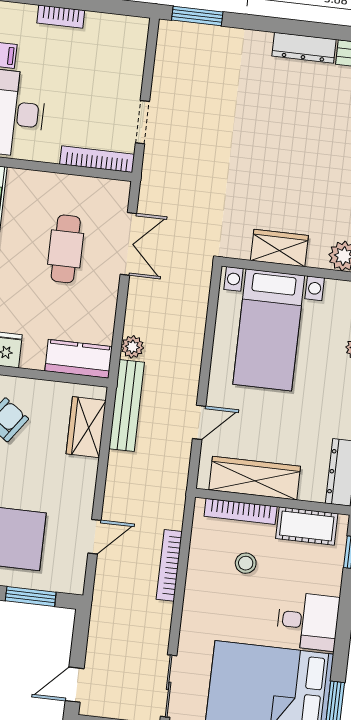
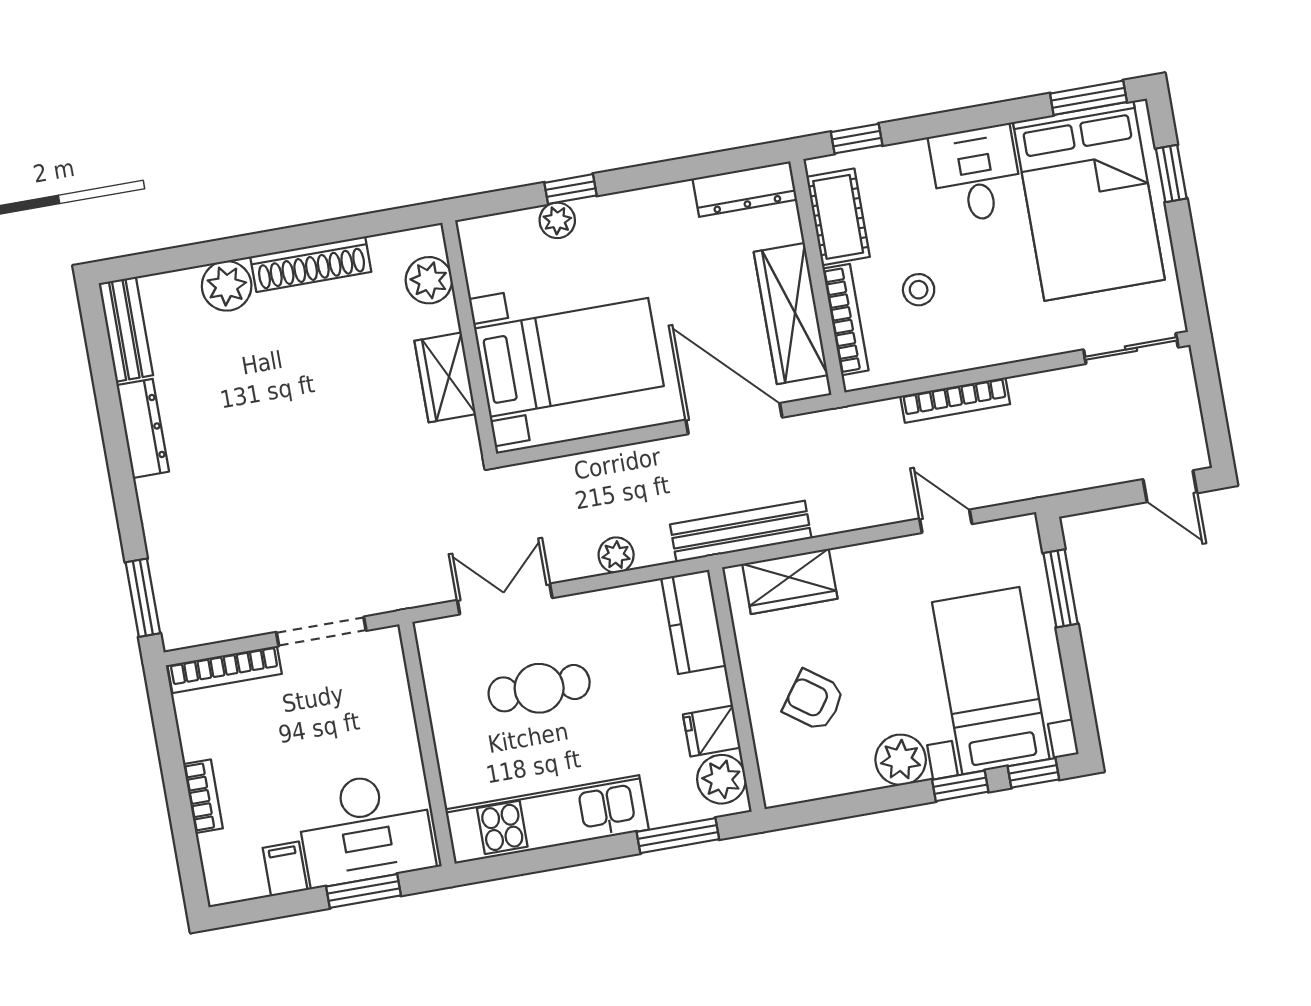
doorway: (142, 122) -> (321, 631), width x1.38
bookcase: (97, 159) -> (225, 669), moved, turned -90
plant: (132, 347) -> (616, 555), moved
door: (199, 422) -> (734, 419), width x1.87

